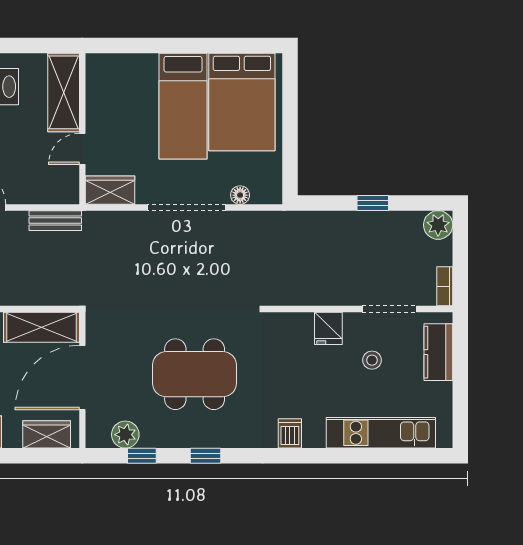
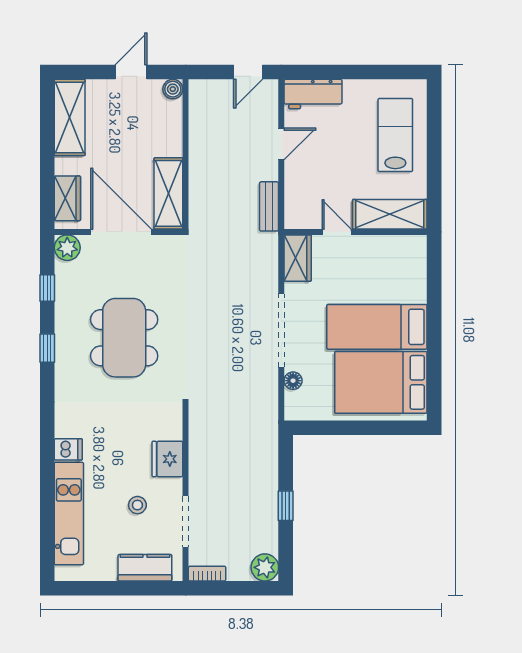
fridge: (328, 328) -> (167, 459), width x1.38
dishwasher: (290, 433) -> (68, 449), moved
plant: (125, 435) -> (67, 248), moved

